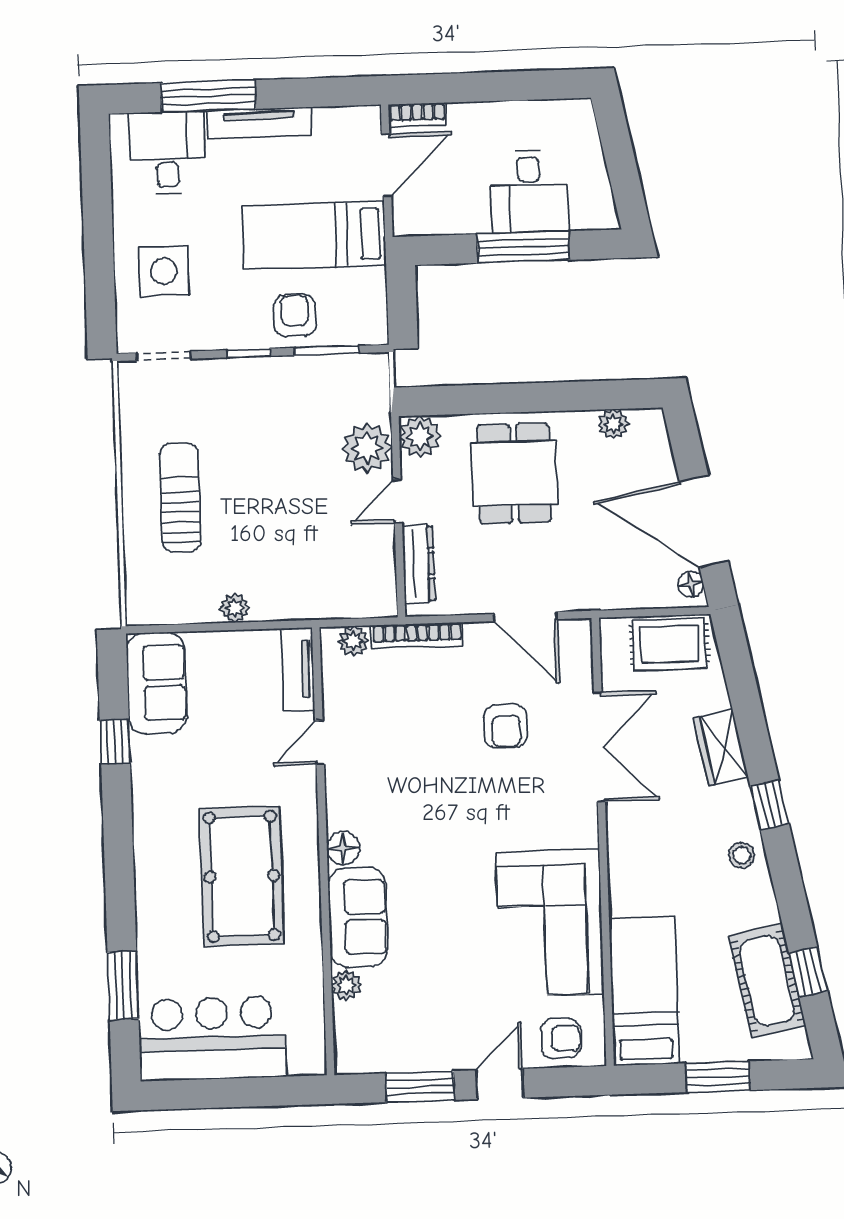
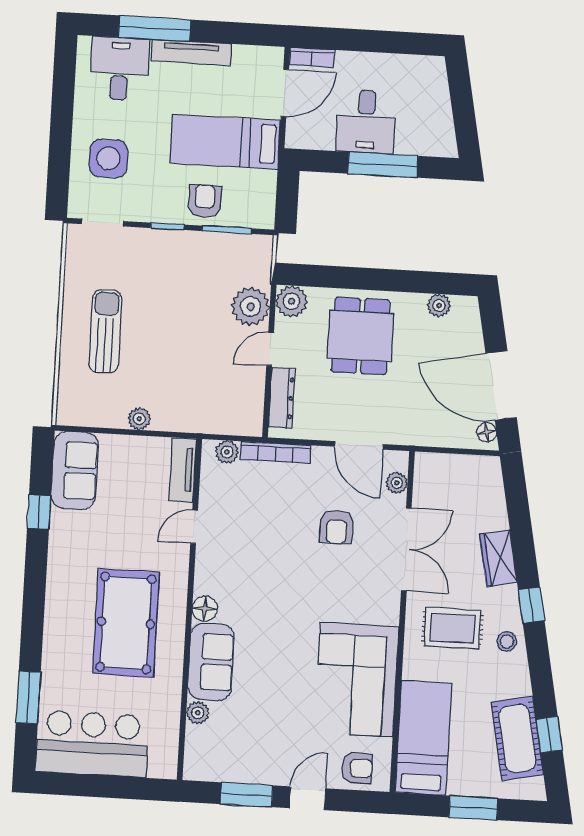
desk: (529, 192) -> (366, 122), moved
rug: (669, 644) -> (452, 628), moved
plant: (579, 661) -> (397, 483), added

